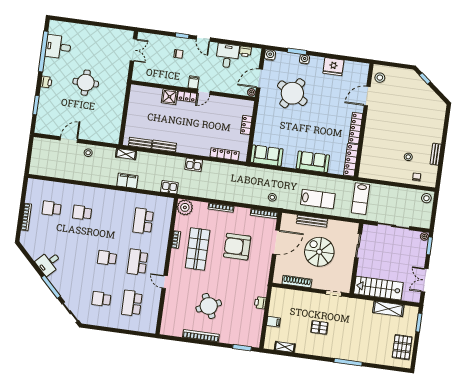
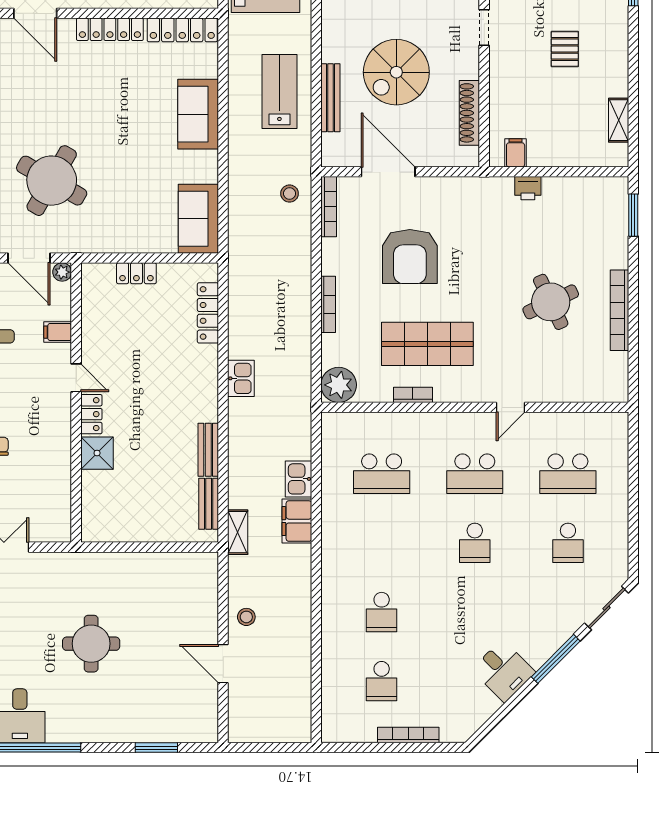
printer: (46, 82) -> (102, 732), removed
filing cabinet: (193, 82) -> (58, 332), moved
kitchen sink: (169, 187) -> (298, 479), moved
filing cabinet: (273, 322) -> (516, 153), moved

